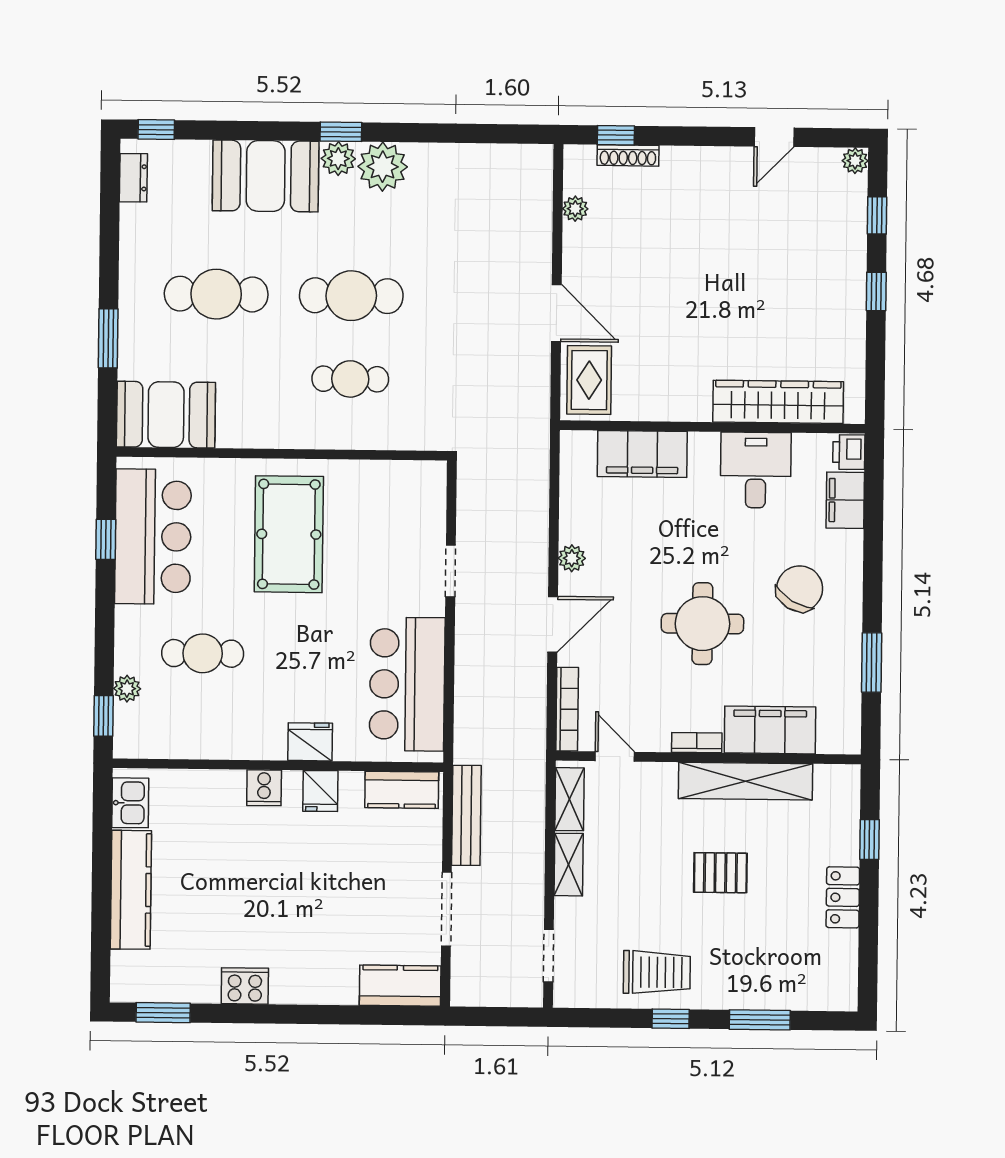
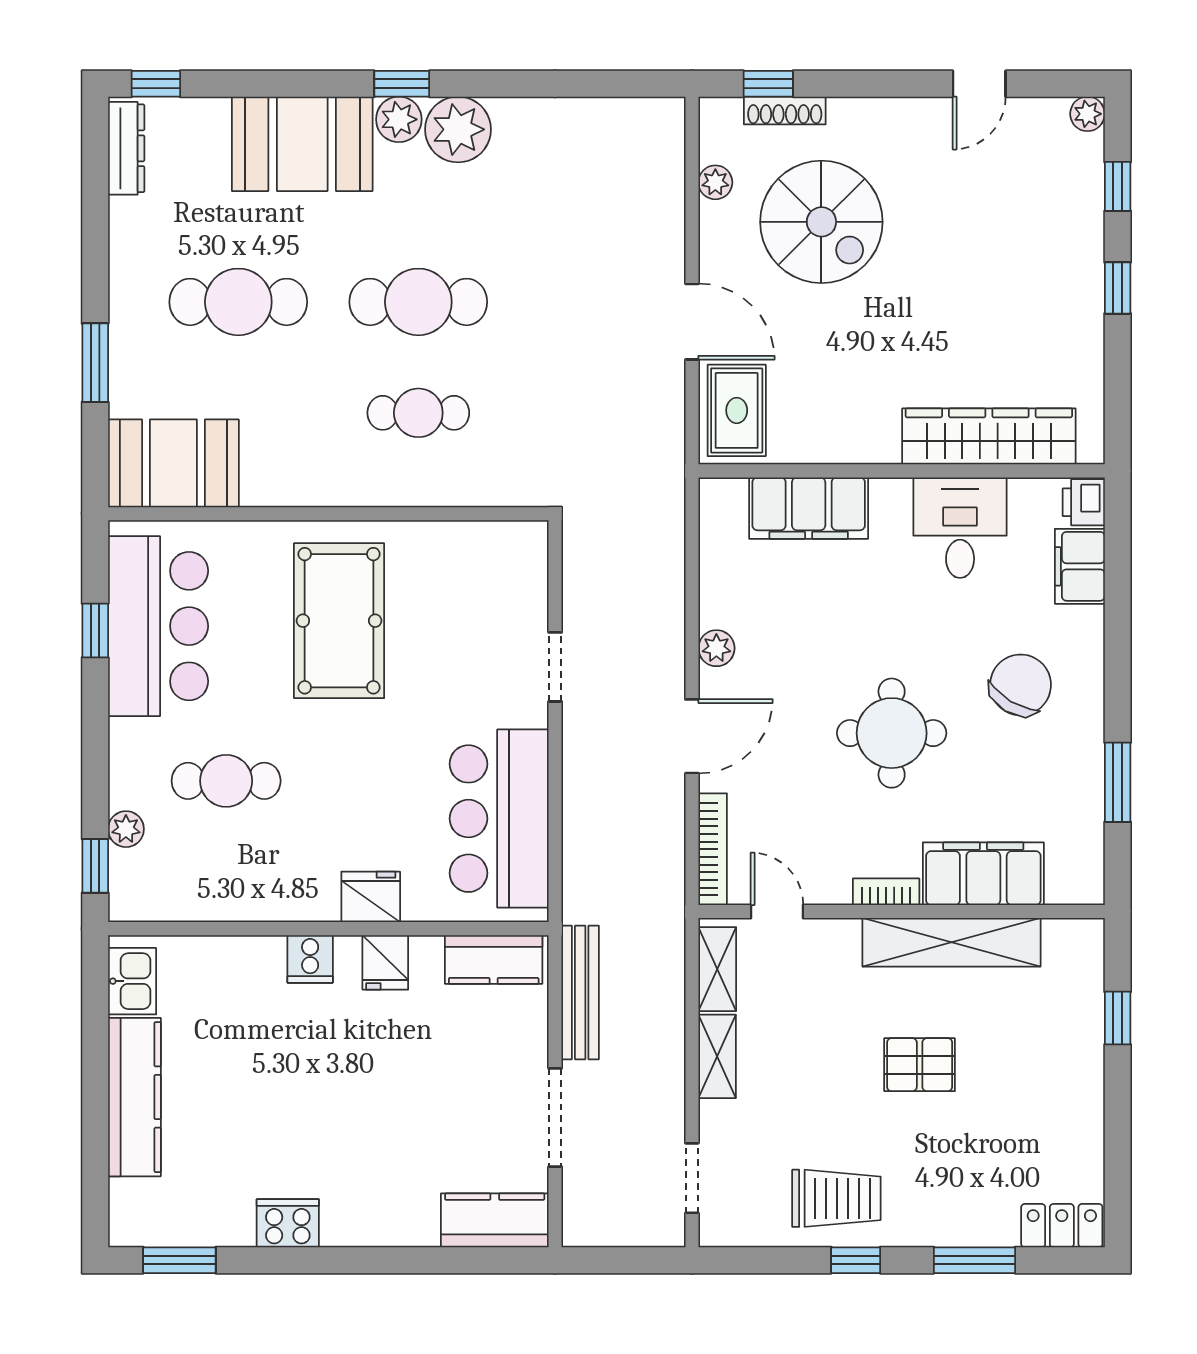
dresser: (133, 178) -> (126, 148), width x1.44
spiral stairs: (655, 239) -> (821, 222), added
locker: (843, 897) -> (1062, 1226), moved, turned 90

